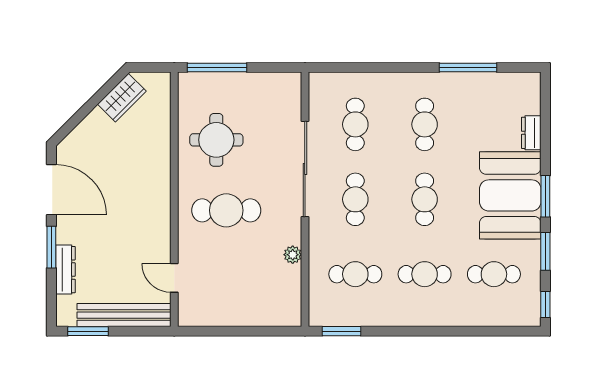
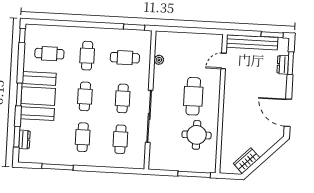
dresser: (531, 133) -> (24, 140), moved
cafe table: (226, 210) -> (193, 96), turned 90
window: (51, 247) -> (291, 63), moved
window: (545, 251) -> (17, 137), moved
plant: (293, 255) -> (159, 60), moved
dresser: (65, 270) -> (283, 65), width x0.70
cafe table: (425, 274) -> (87, 56), turned 90
door: (174, 278) -> (224, 61), swing flipped

